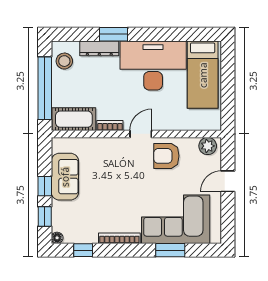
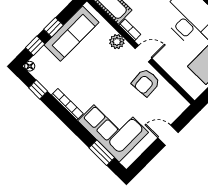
plant: (208, 146) -> (117, 42), moved
armchair: (166, 156) -> (146, 82), turned -94
sofa: (65, 177) -> (71, 34), width x1.36
window: (170, 250) -> (102, 153), moved

